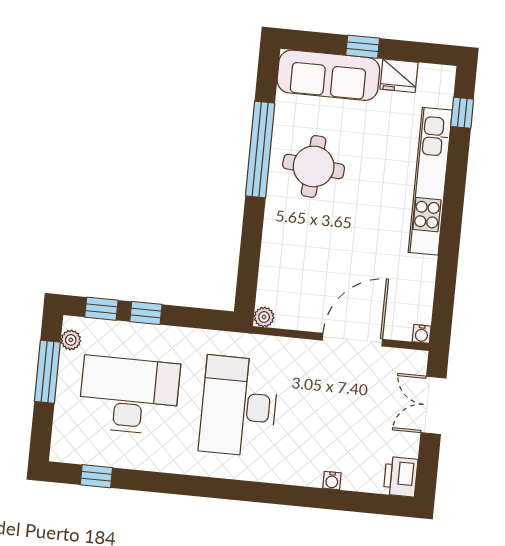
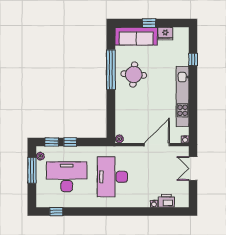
window: (462, 113) -> (193, 60), moved
kitchen unit: (430, 181) -> (183, 96), moved
printer: (401, 477) -> (166, 201), moved, turned 90

